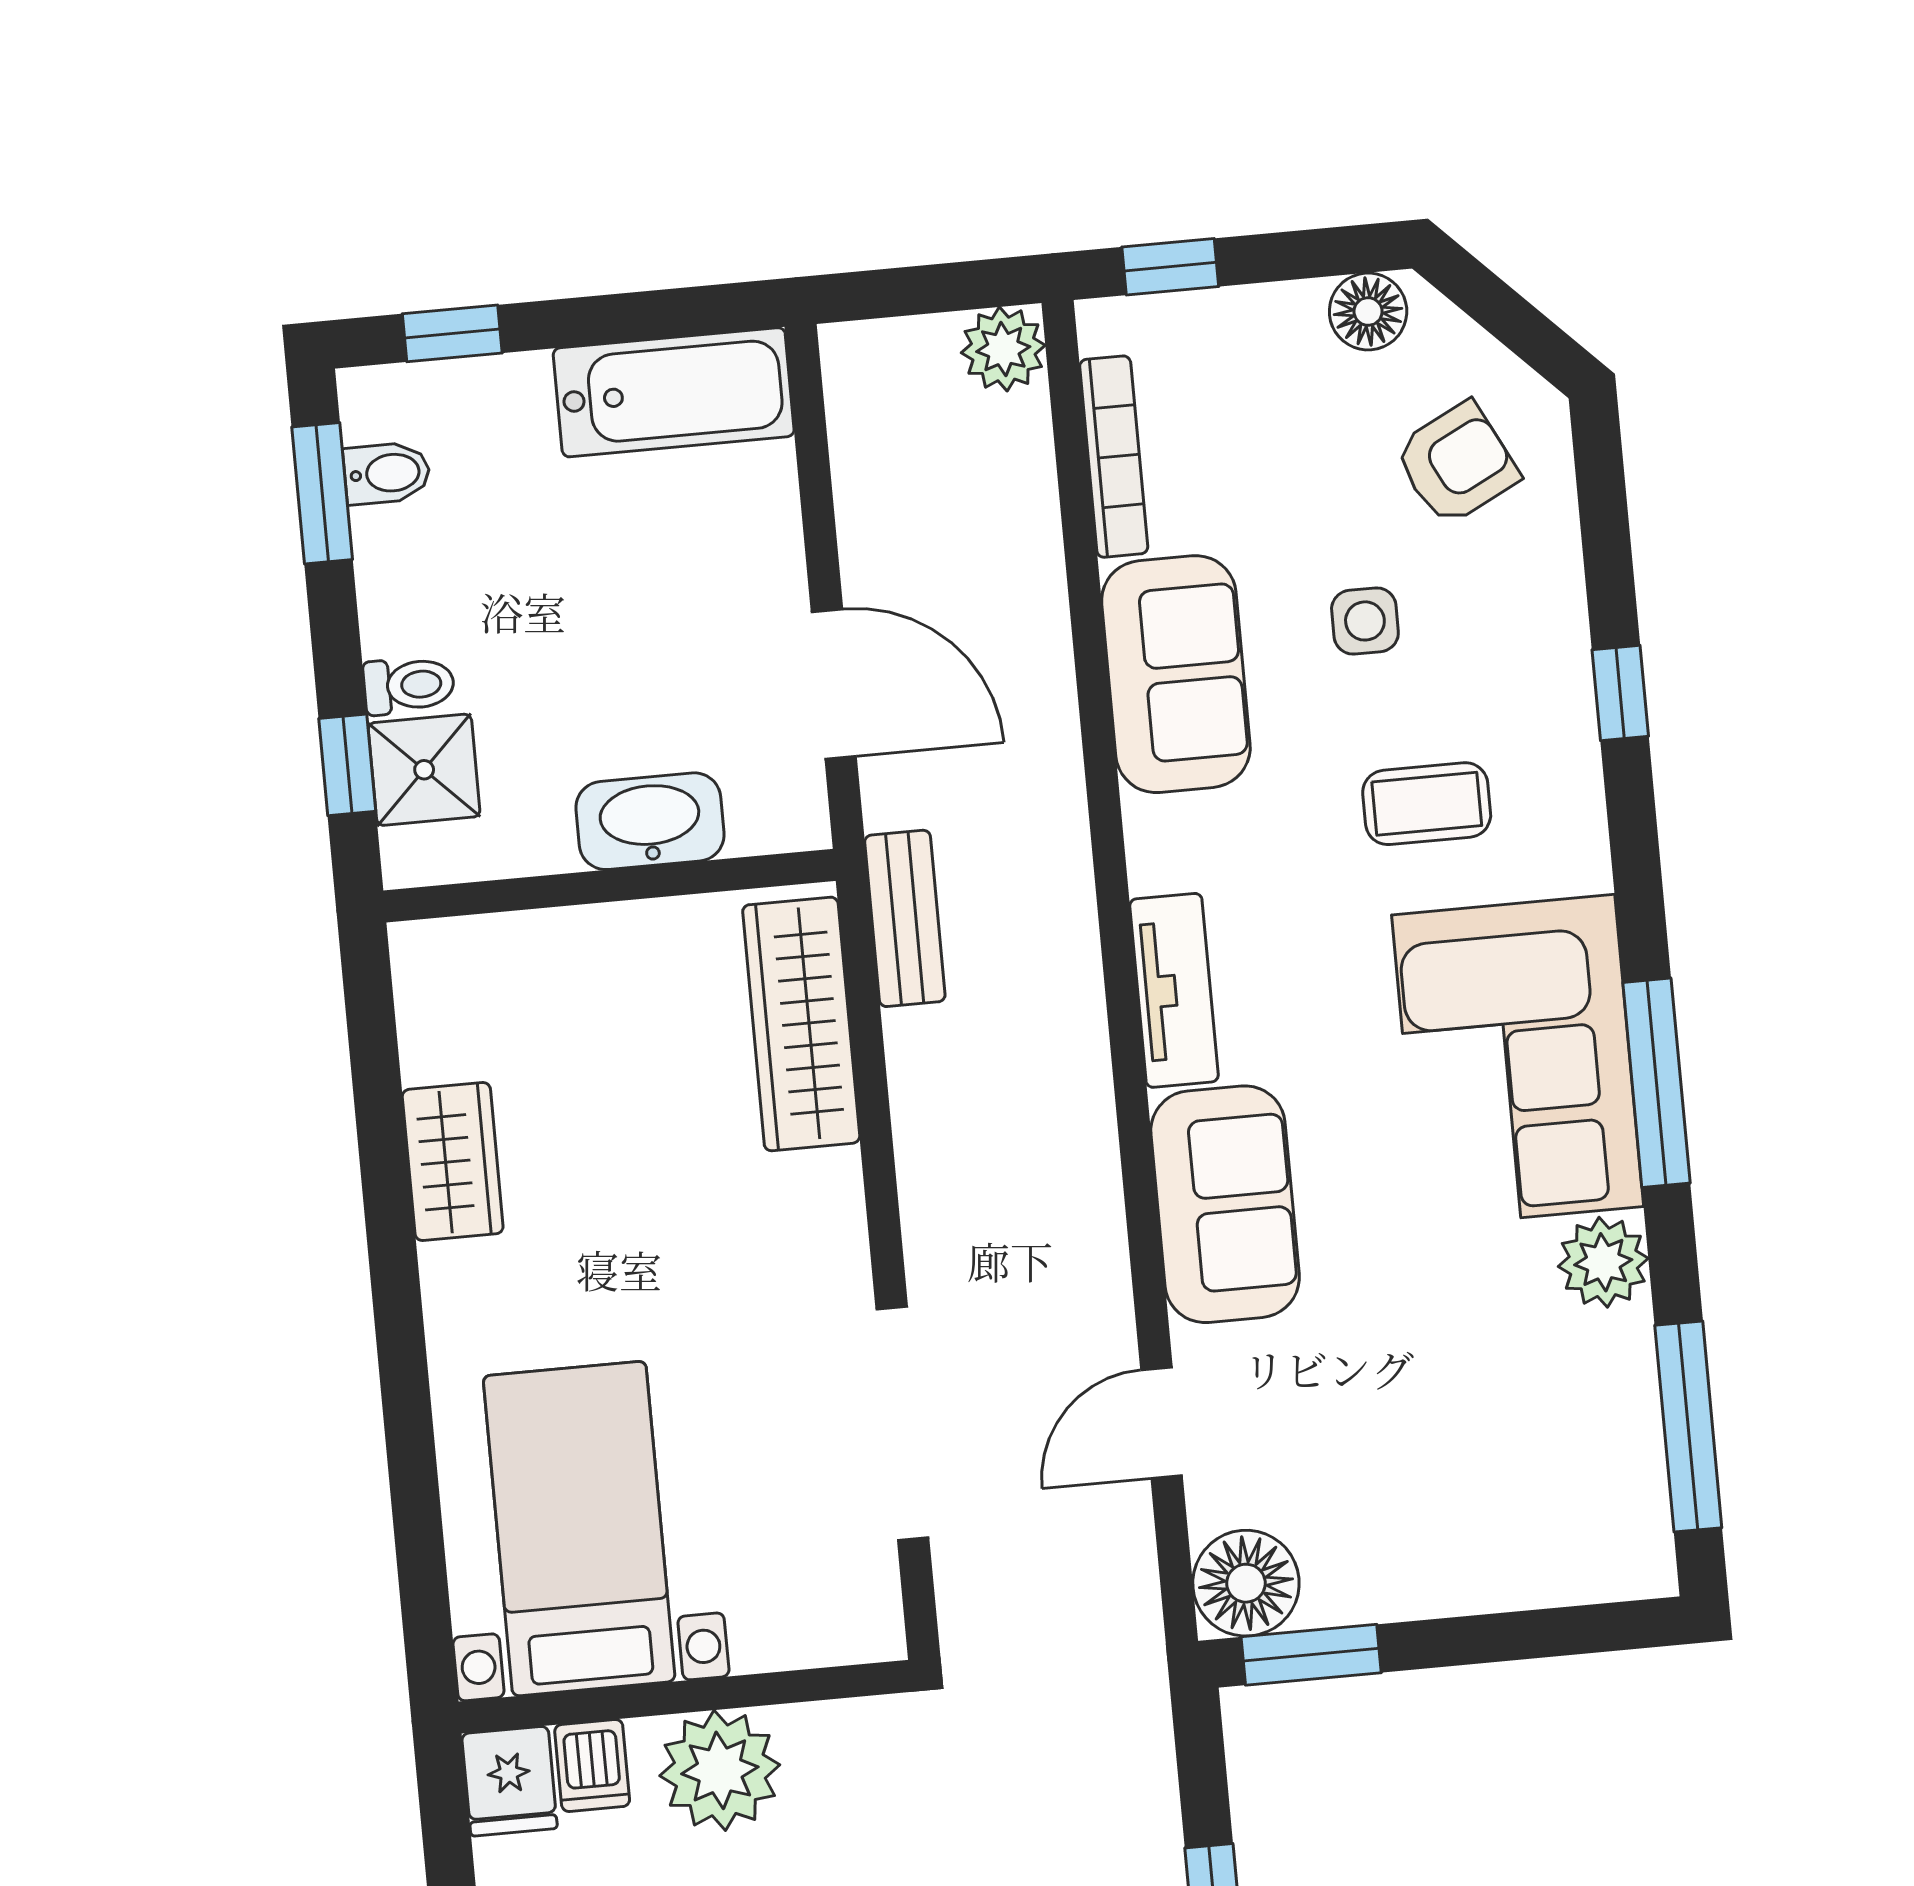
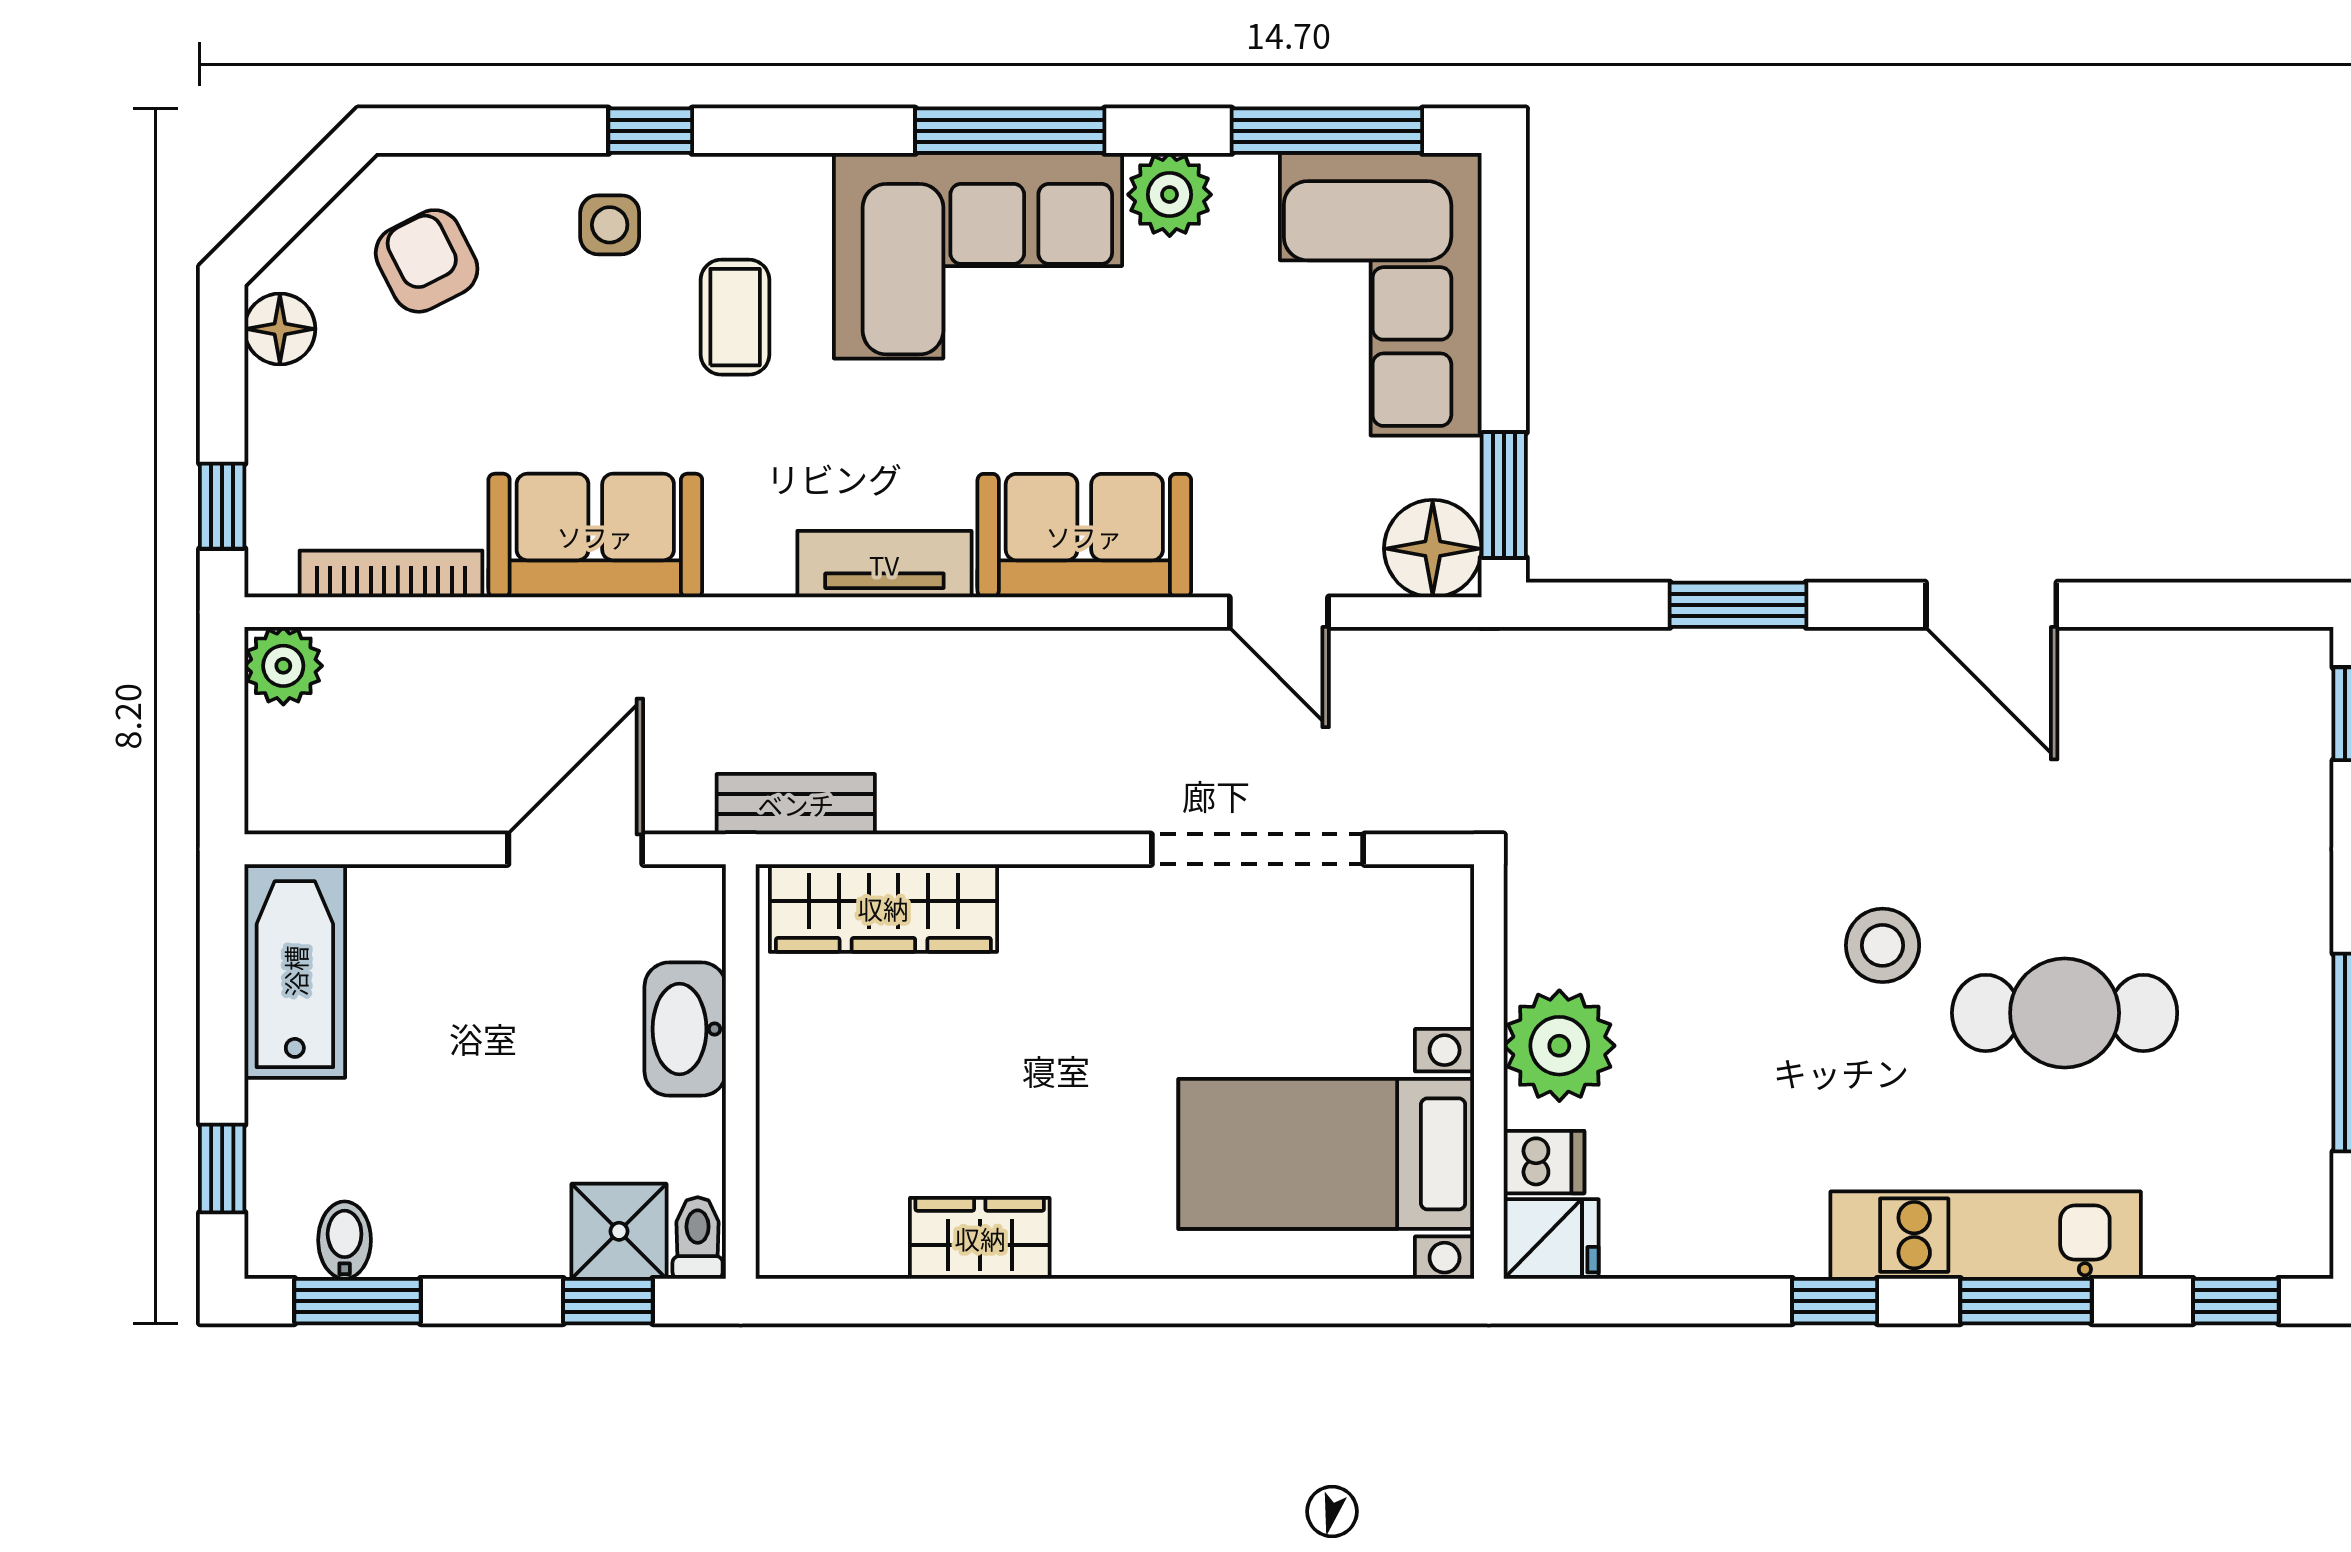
side table: (1365, 621) -> (610, 225), moved
toilet: (409, 685) -> (698, 1238), moved
corner sofa: (1516, 1501) -> (1381, 294), added

